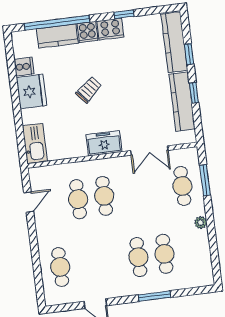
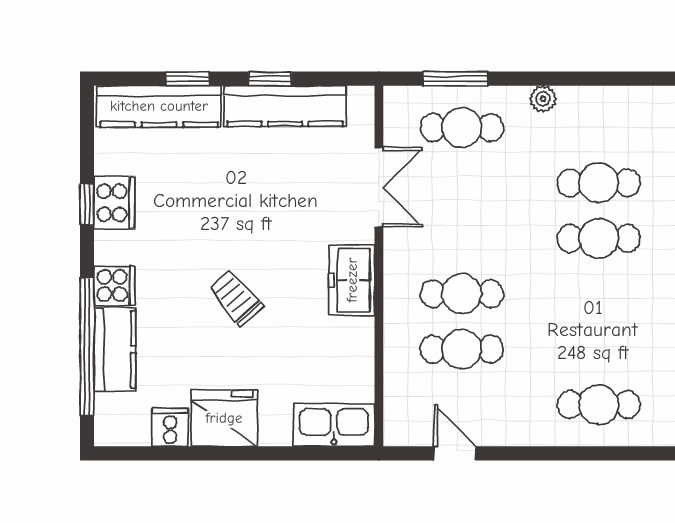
cooker: (110, 29) -> (114, 203), moved

